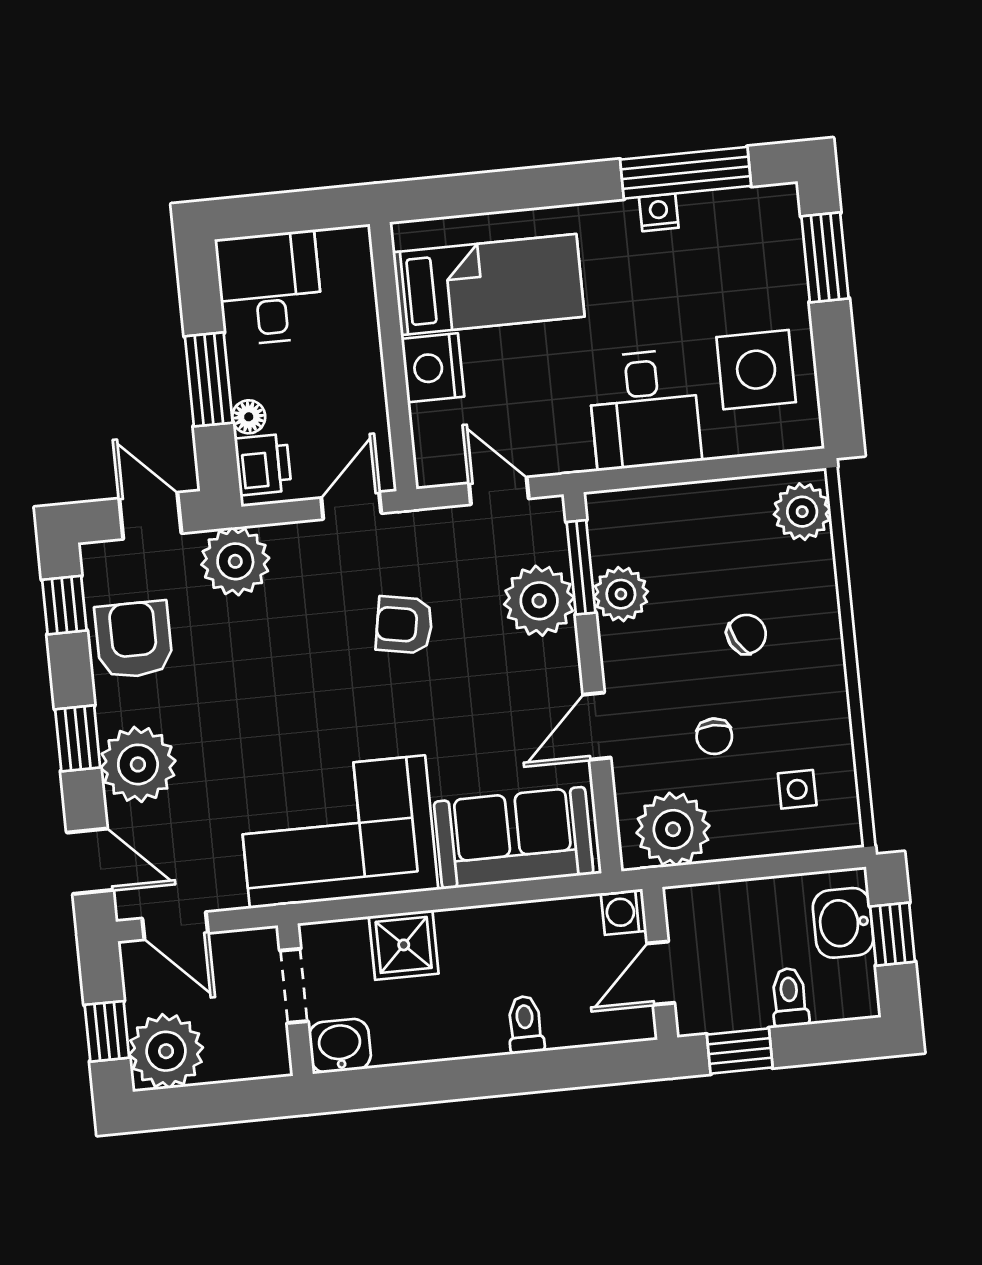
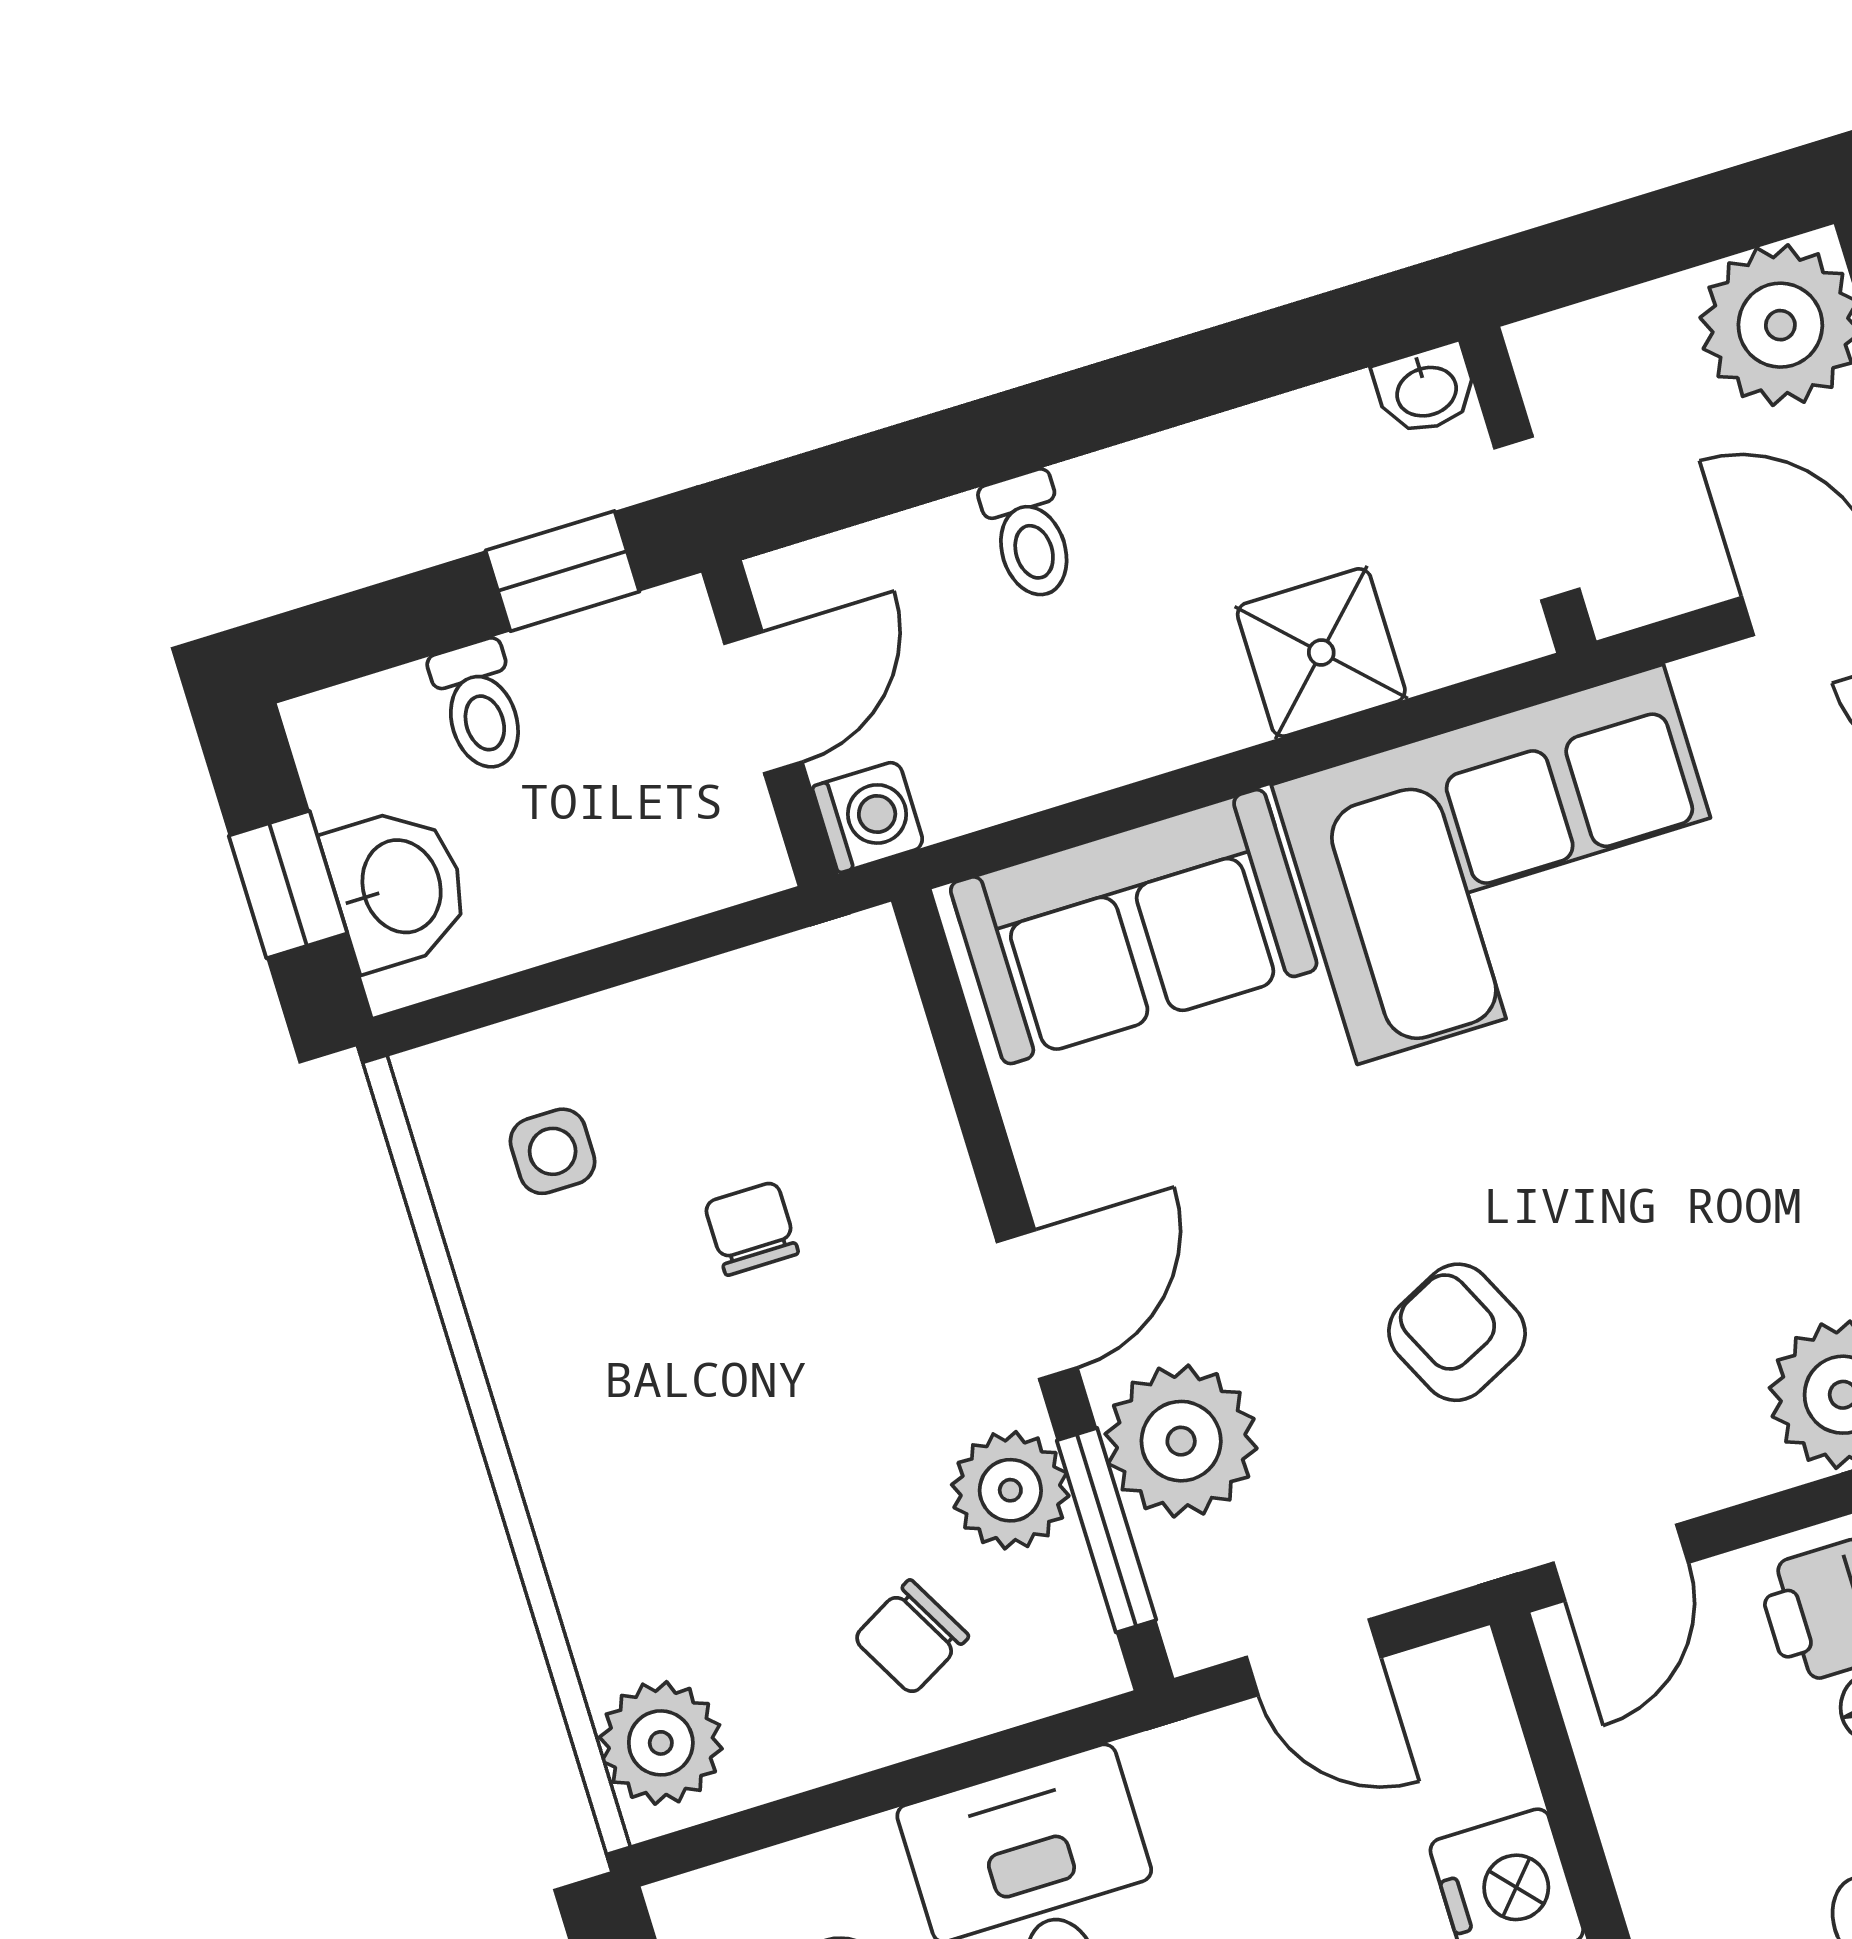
armchair: (404, 625) -> (1457, 1332), turned -126
chair: (746, 634) -> (911, 1637), moved
door: (597, 726) -> (1037, 1305), moved
plant: (673, 829) -> (799, 1013), removed
washbasin: (340, 1046) -> (1426, 389), width x0.72, depth x0.69

